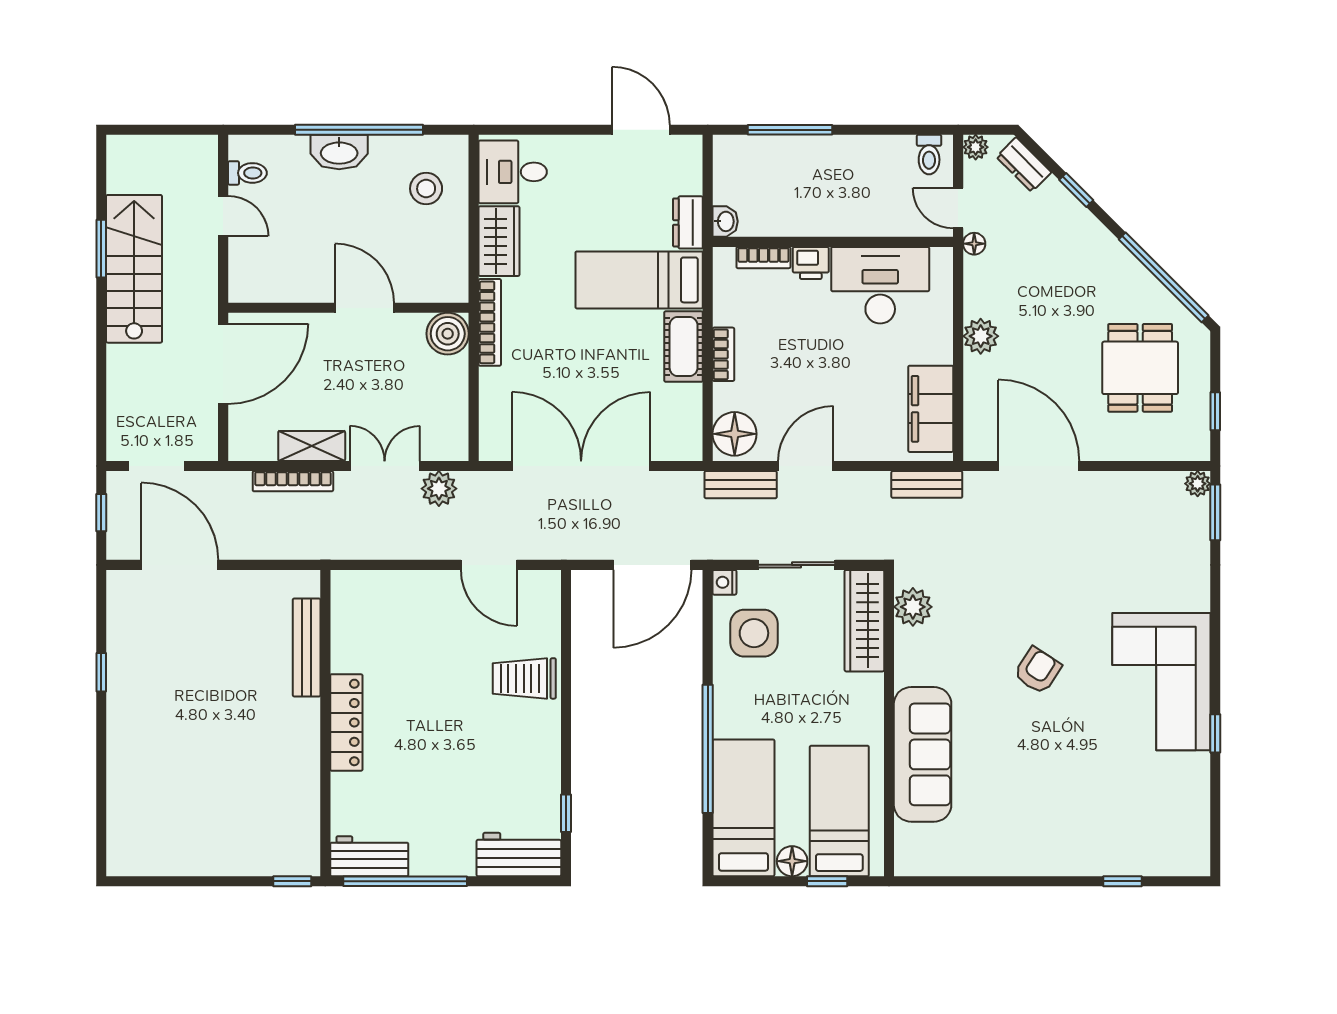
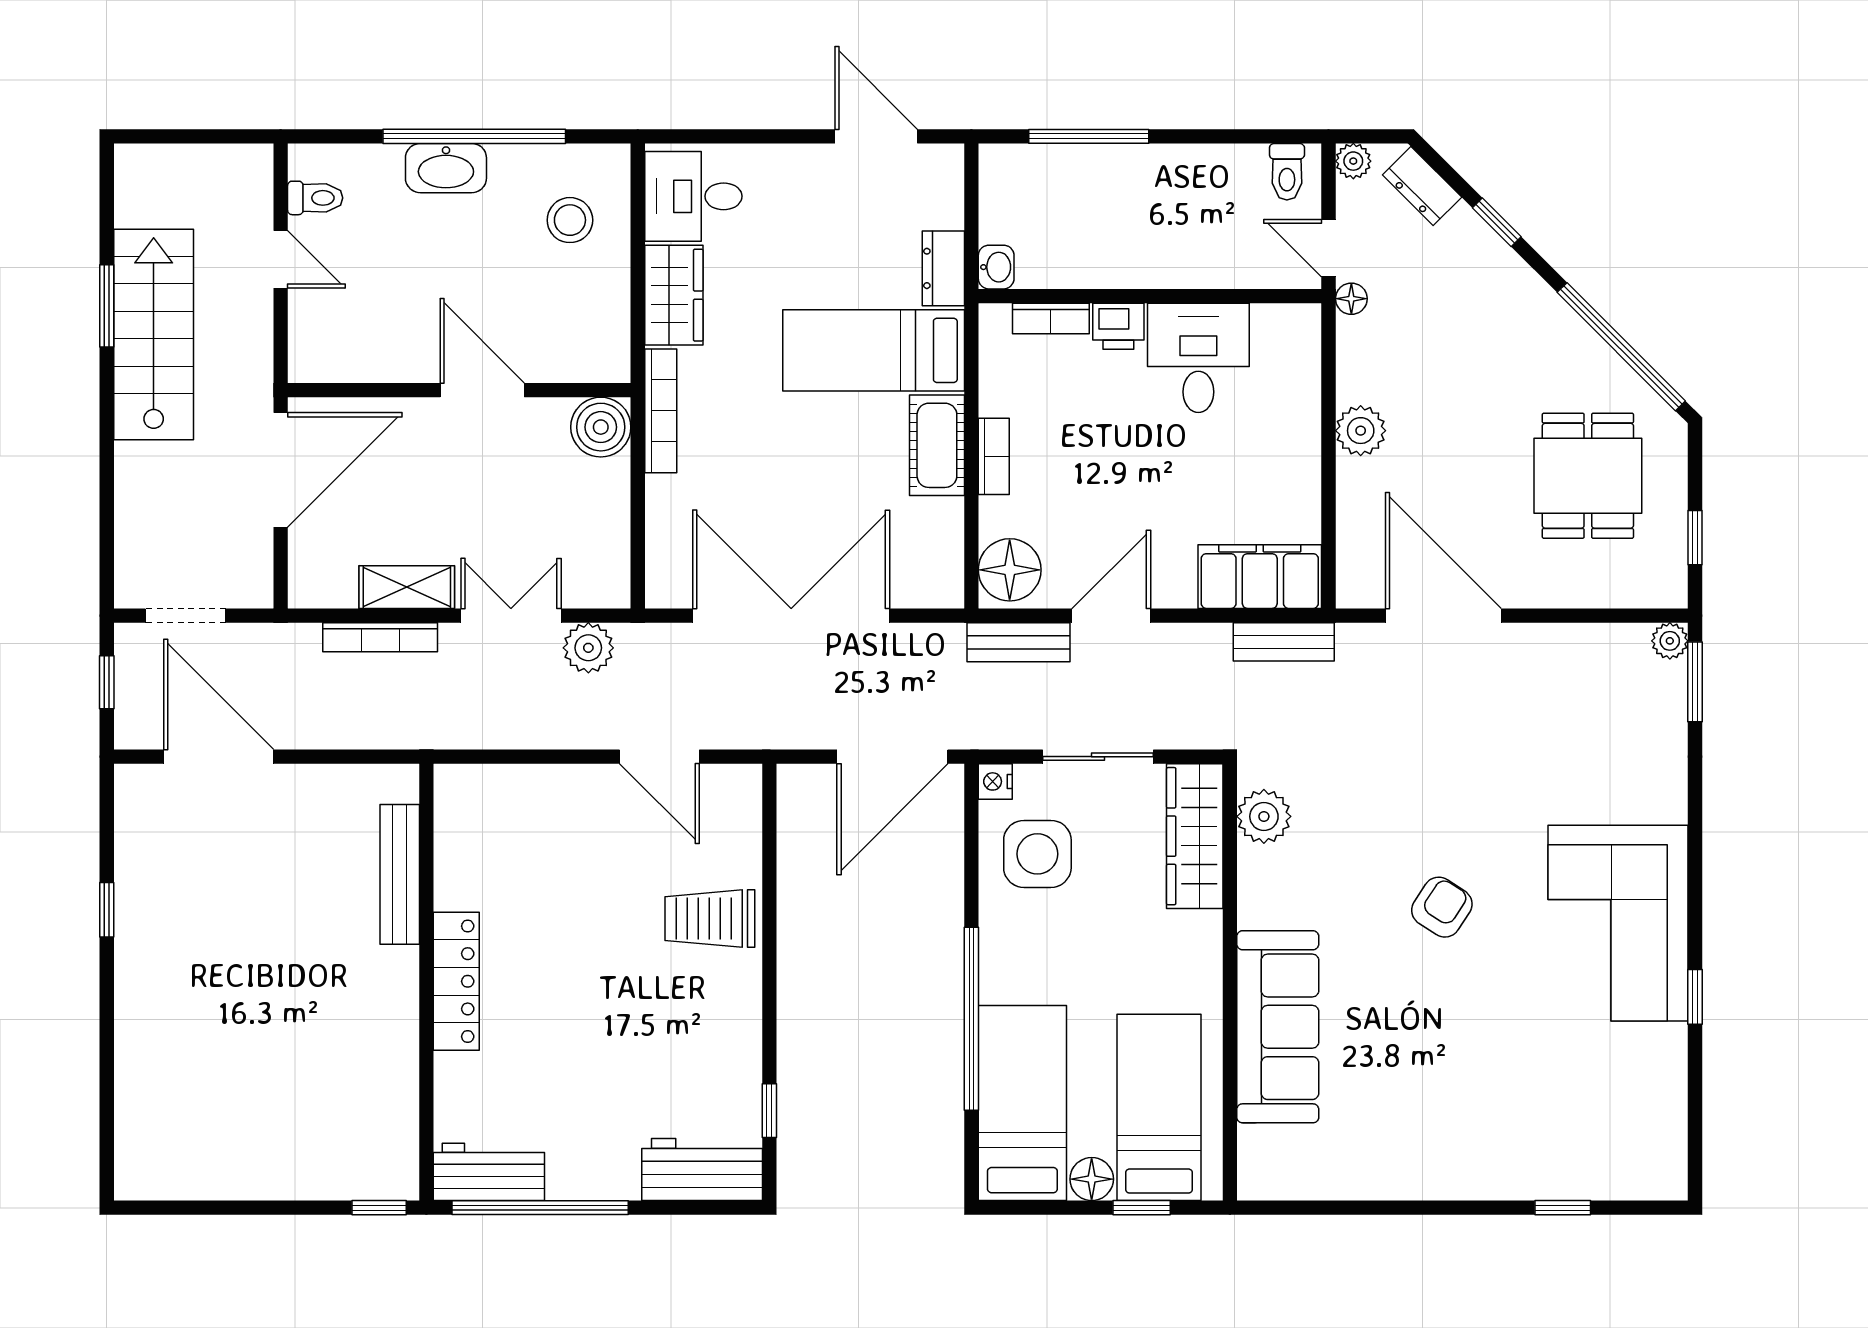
desk: (880, 285) -> (1198, 358), width x0.73
filing cabinet: (931, 409) -> (1260, 577), moved, turned 90

